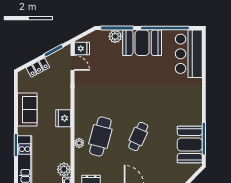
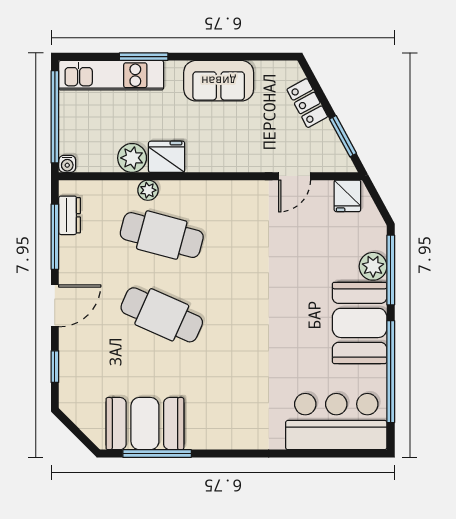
door: (73, 63) -> (295, 176), moved
fridge: (63, 118) -> (167, 157), moved
cafe table: (138, 136) -> (162, 315), width x1.37, depth x1.35
plant: (64, 169) -> (132, 158), moved

